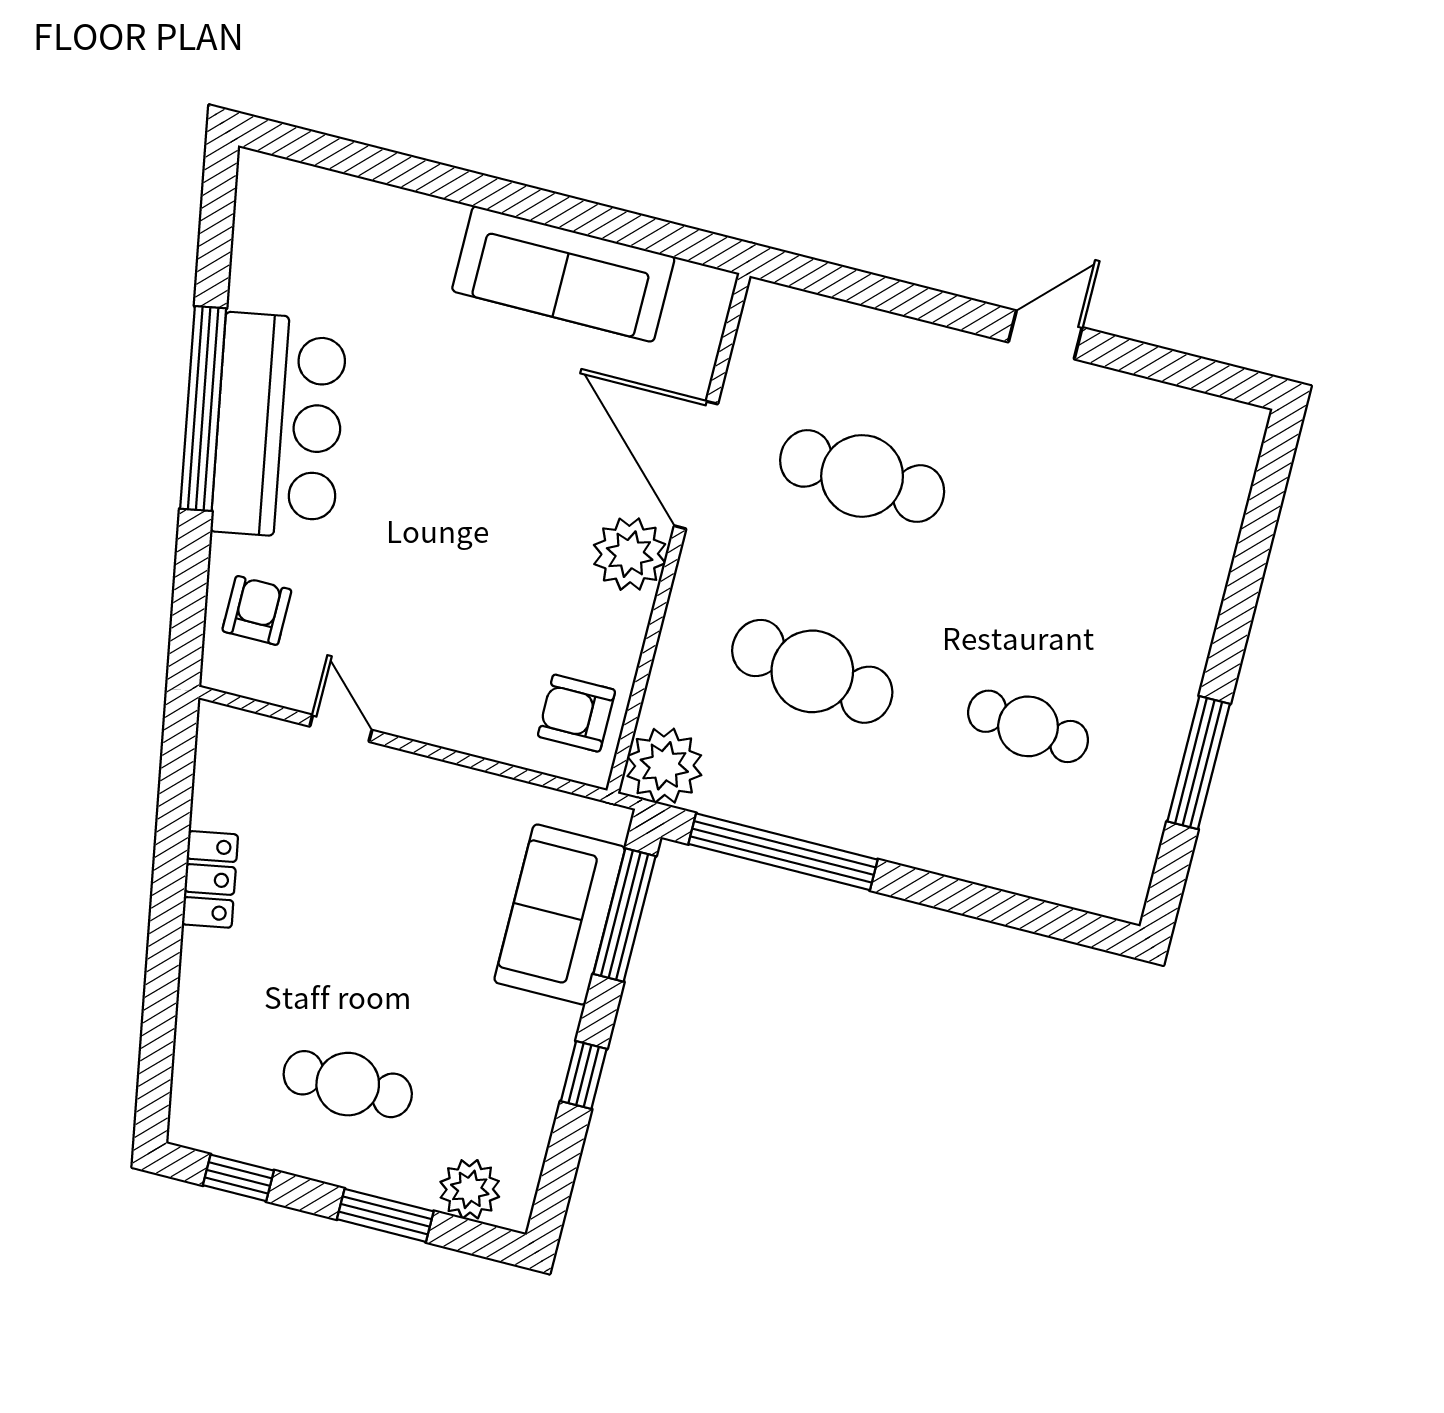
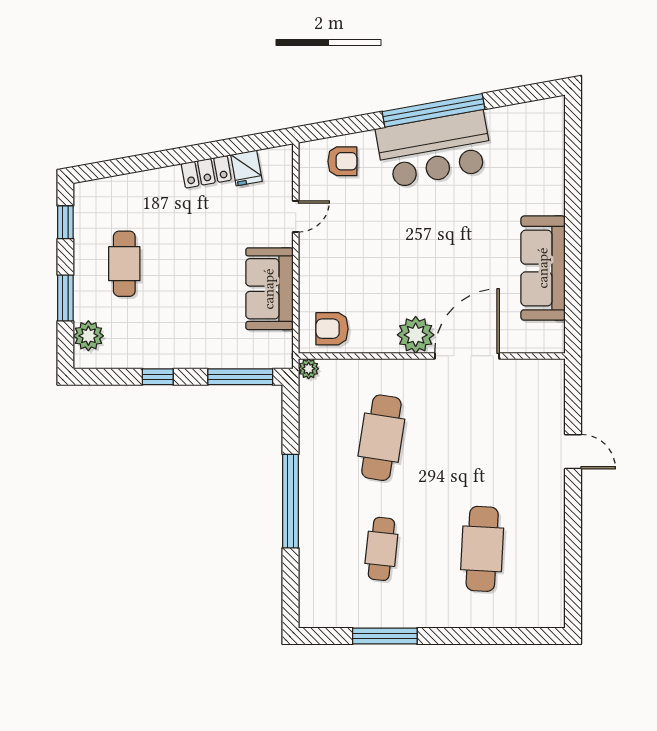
door: (1045, 335) -> (573, 452), moved
cafe table: (862, 476) -> (482, 549), moved
armchair: (576, 713) -> (332, 329), turned -90
plant: (664, 766) -> (309, 369), width x0.53, depth x0.53
fridge: (222, 800) -> (246, 168), added
window: (783, 852) -> (290, 501), moved
sofa: (560, 914) -> (269, 289), moved, turned -90

